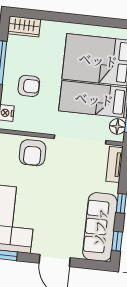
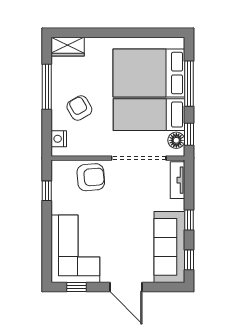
armchair: (29, 86) -> (79, 108), turned -120
armchair: (33, 153) -> (91, 177), turned -95

